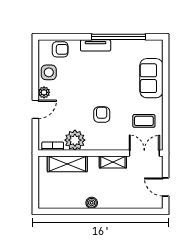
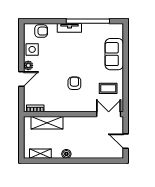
plant: (75, 140) -> (53, 104), removed
shelving: (113, 162) -> (40, 154), moved

